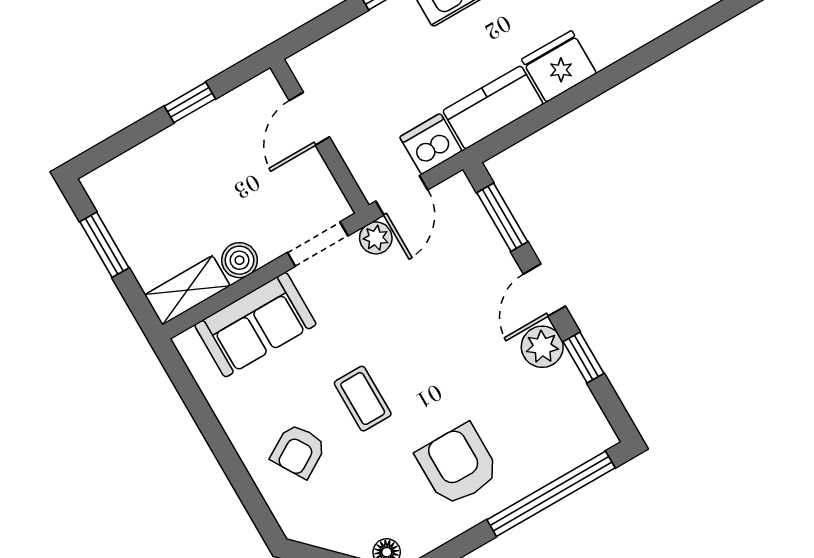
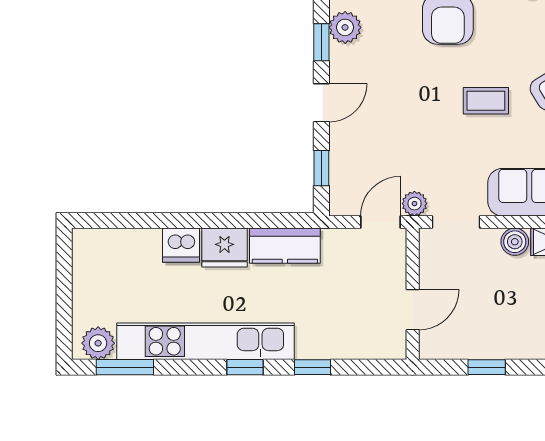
dishwasher: (431, 144) -> (181, 245), moved
window: (502, 217) -> (321, 168), width x0.67
plant: (542, 347) -> (345, 27), moved
coffee table: (363, 399) -> (486, 101), turned 90

